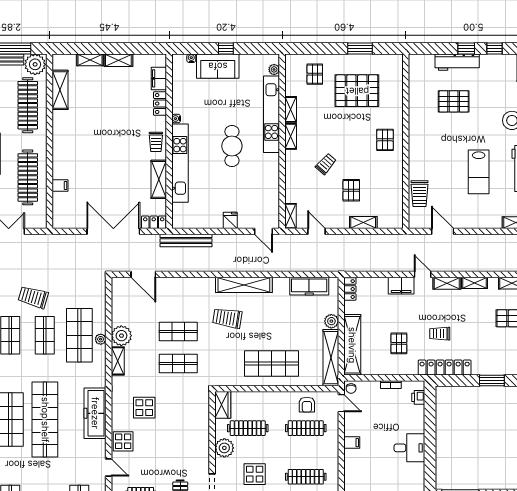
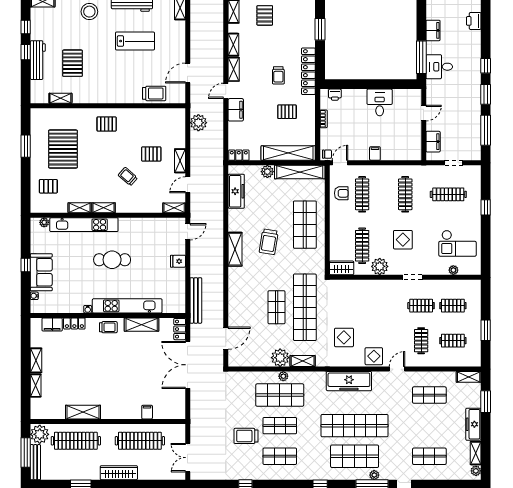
shelving: (414, 88) -> (60, 98), added
shelving: (60, 90) -> (83, 412), moved
shelving: (363, 223) -> (180, 161), moved
plant: (387, 243) -> (198, 123), added
shelving: (244, 285) -> (235, 249), width x0.68
trolley: (33, 297) -> (246, 436), turned 74
trolley: (227, 318) -> (269, 242), moved
shop shelf: (178, 363) -> (305, 307), width x2.00, depth x1.36

